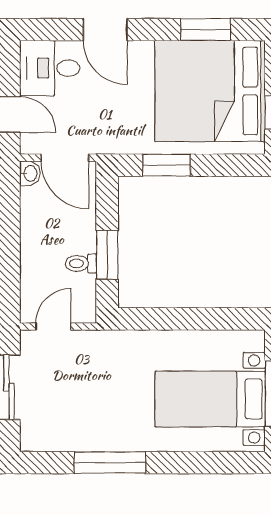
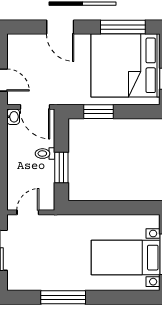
window: (206, 30) -> (123, 27), width x1.44
desk: (50, 68) -> (26, 51), removed
toilet: (81, 263) -> (45, 154), moved

